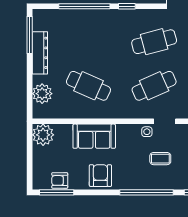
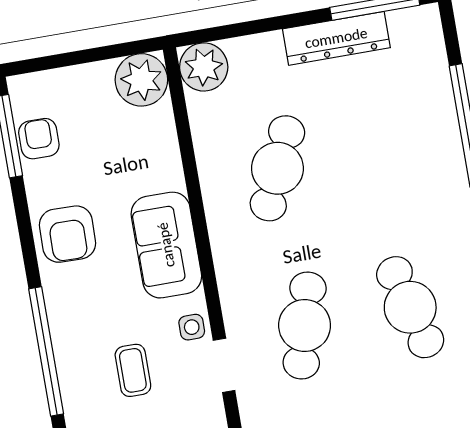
cafe table: (154, 86) -> (305, 325), turned 39
plant: (42, 94) -> (204, 67), moved
sofa: (94, 136) -> (166, 245), moved
armchair: (100, 176) -> (67, 234), turned 91

